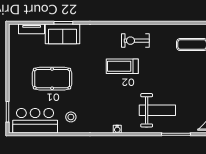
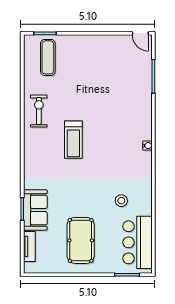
exercise bike: (135, 41) -> (39, 111), moved, turned 180
pool table: (52, 79) -> (81, 240), moved
weight bench: (157, 110) -> (125, 98), removed
stool: (71, 117) -> (121, 201), moved

